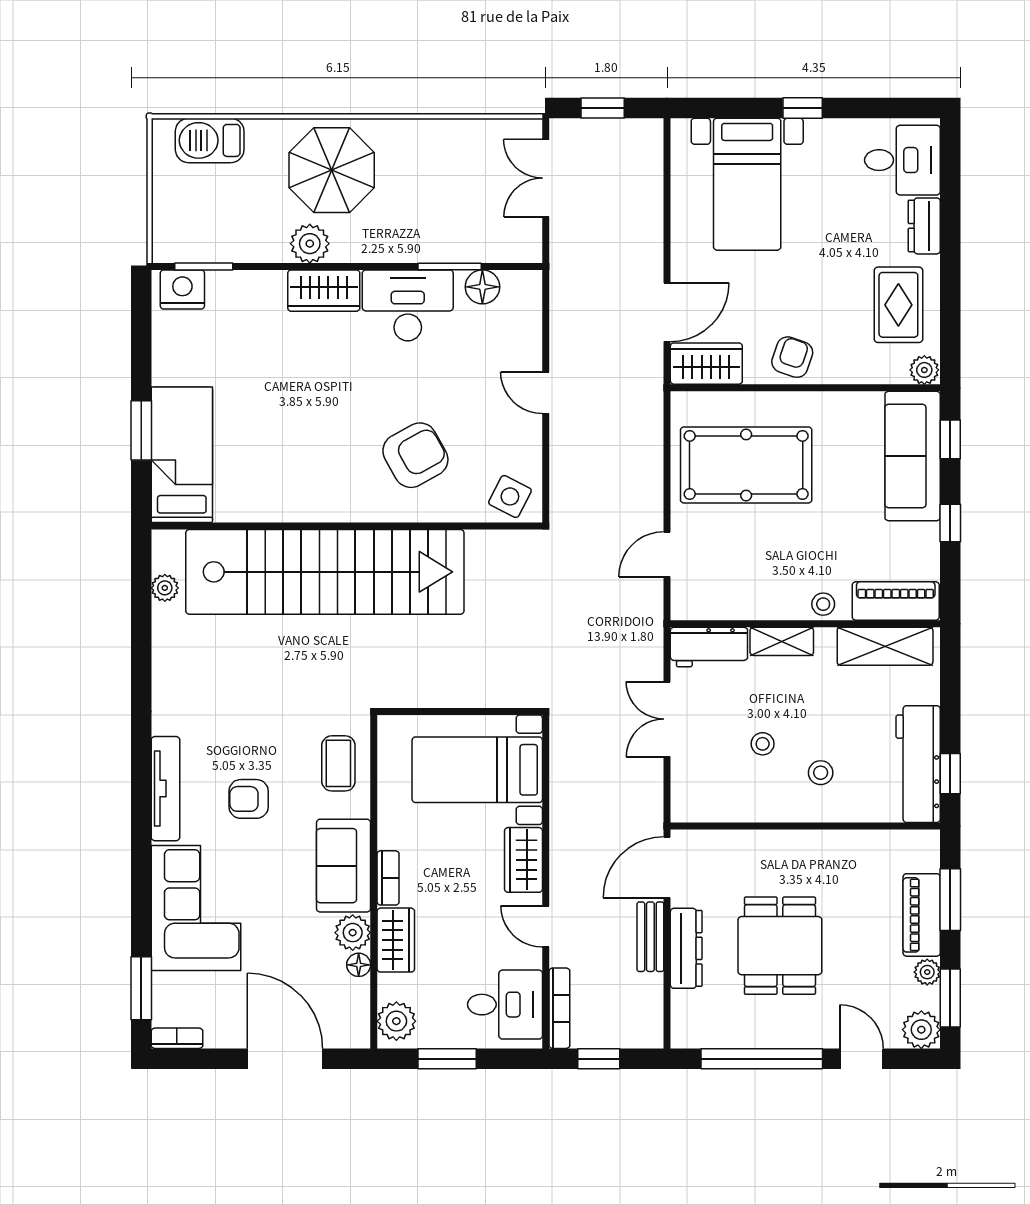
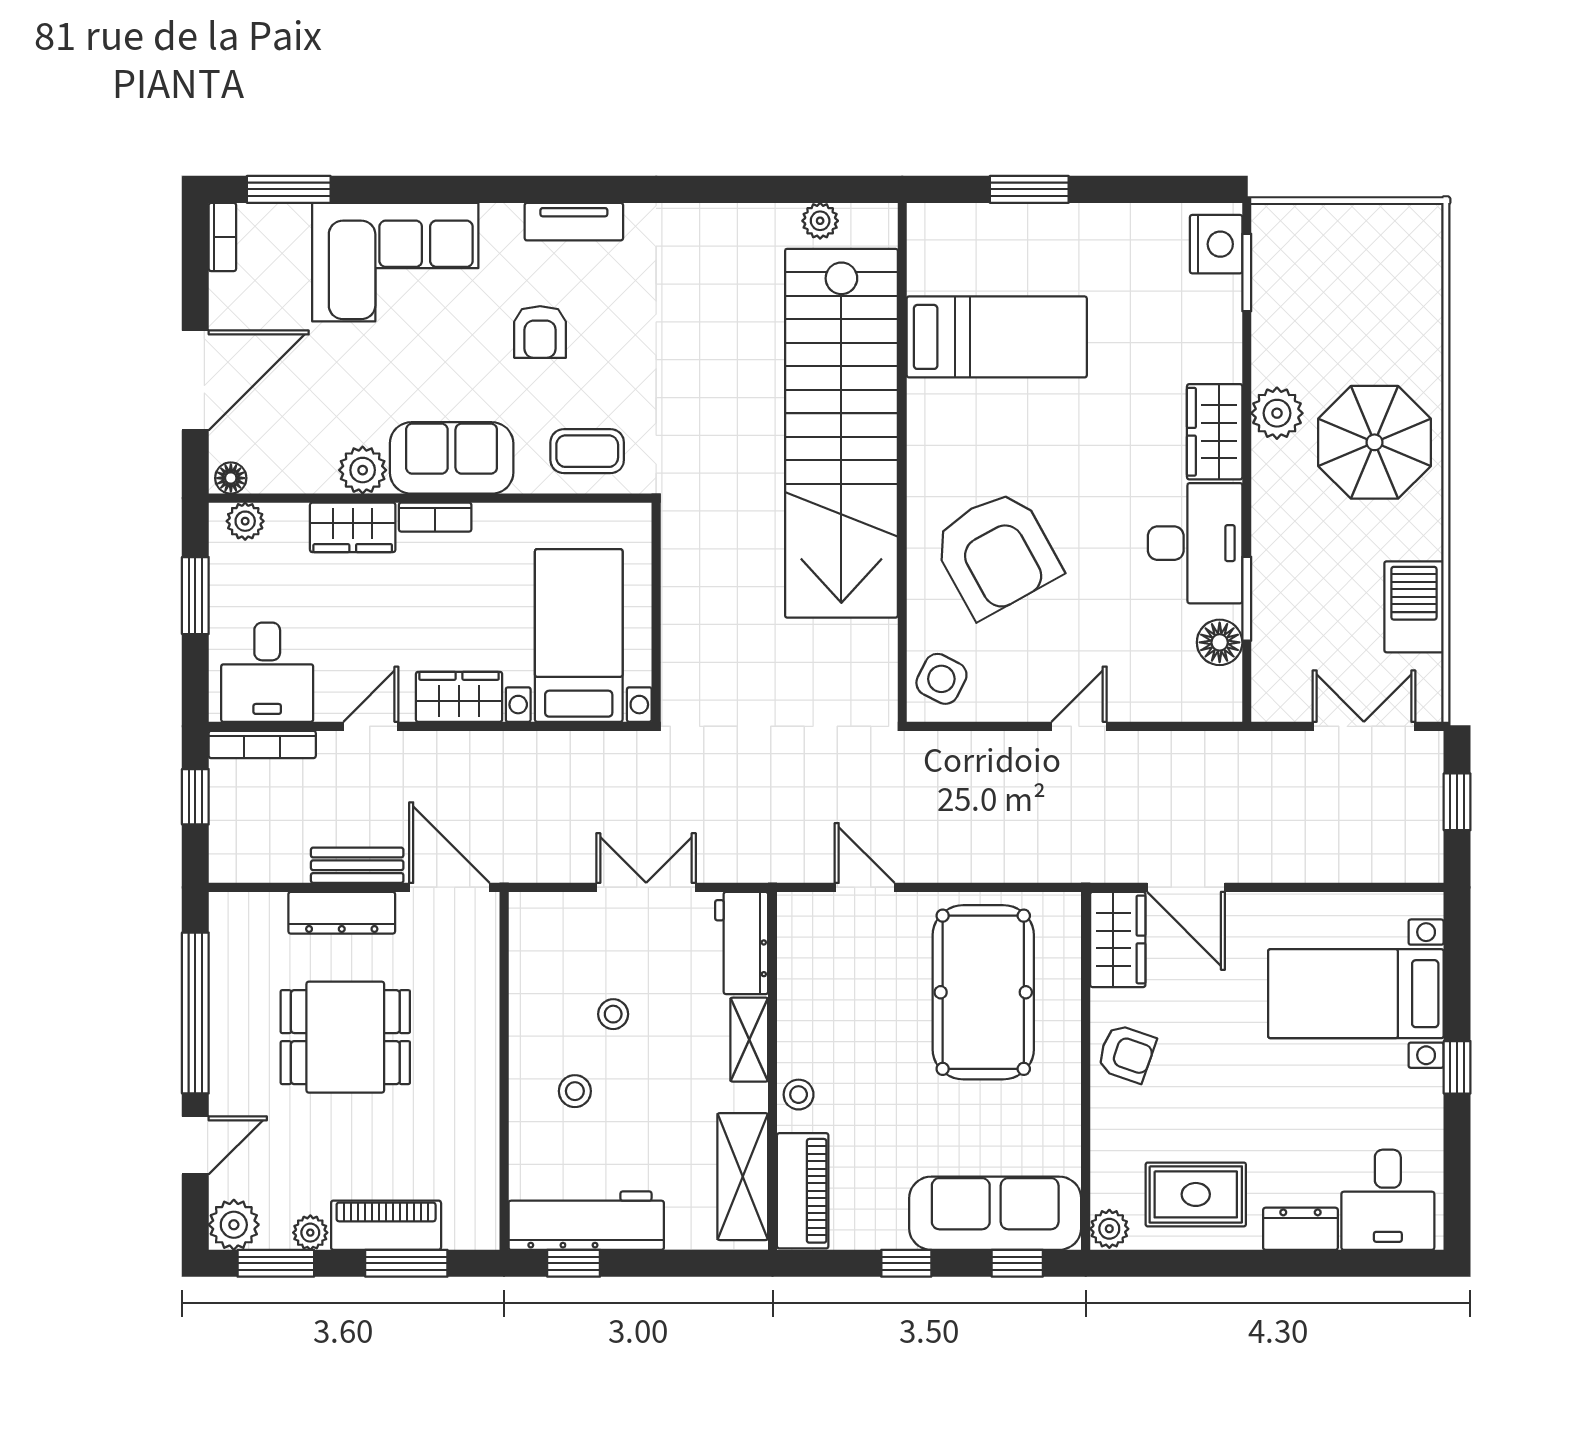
barbecue: (210, 140) -> (1414, 607), moved
bed: (182, 455) -> (997, 337), moved
armchair: (415, 455) -> (996, 553), width x1.36, depth x1.36
tv unit: (165, 789) -> (574, 222), width x0.71
armchair: (249, 799) -> (540, 332), turned 180
floor lamp: (359, 965) -> (231, 478), moved
plant: (396, 1021) -> (245, 521), width x0.73, depth x0.73

